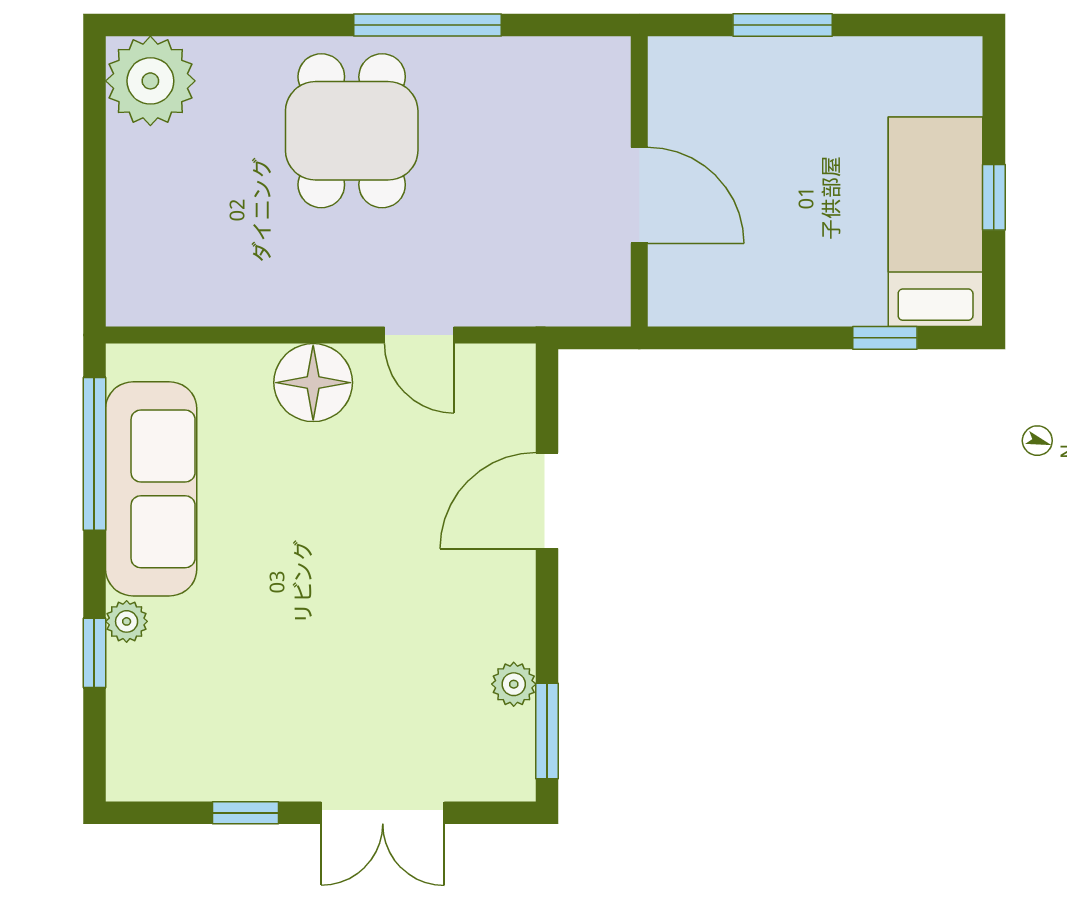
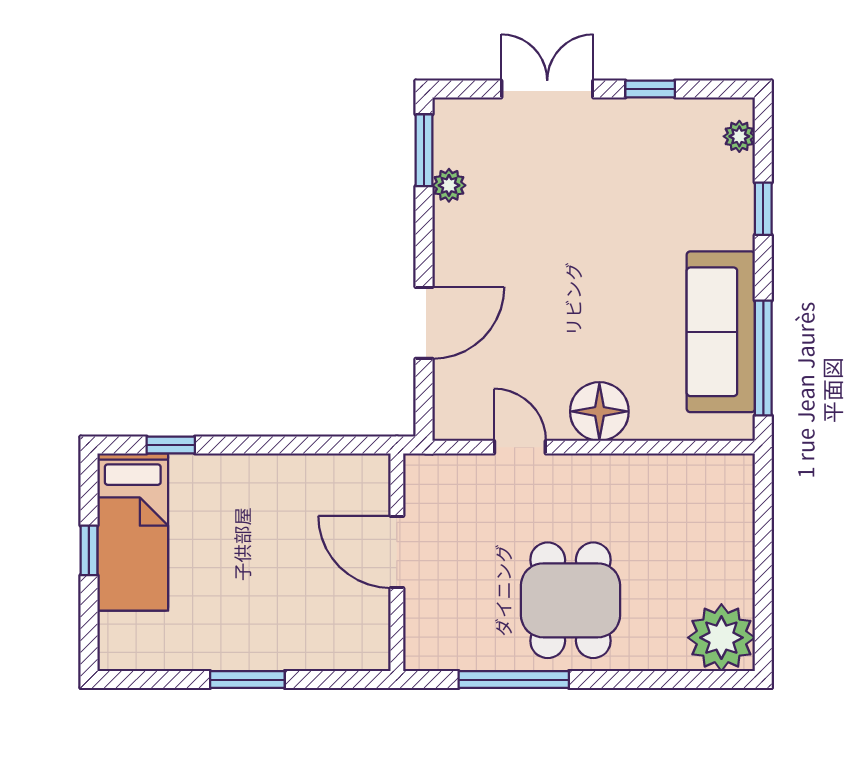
wall: (639, 181) -> (397, 562), moved
door: (639, 195) -> (397, 552), moved
plant: (127, 621) -> (739, 136), moved

